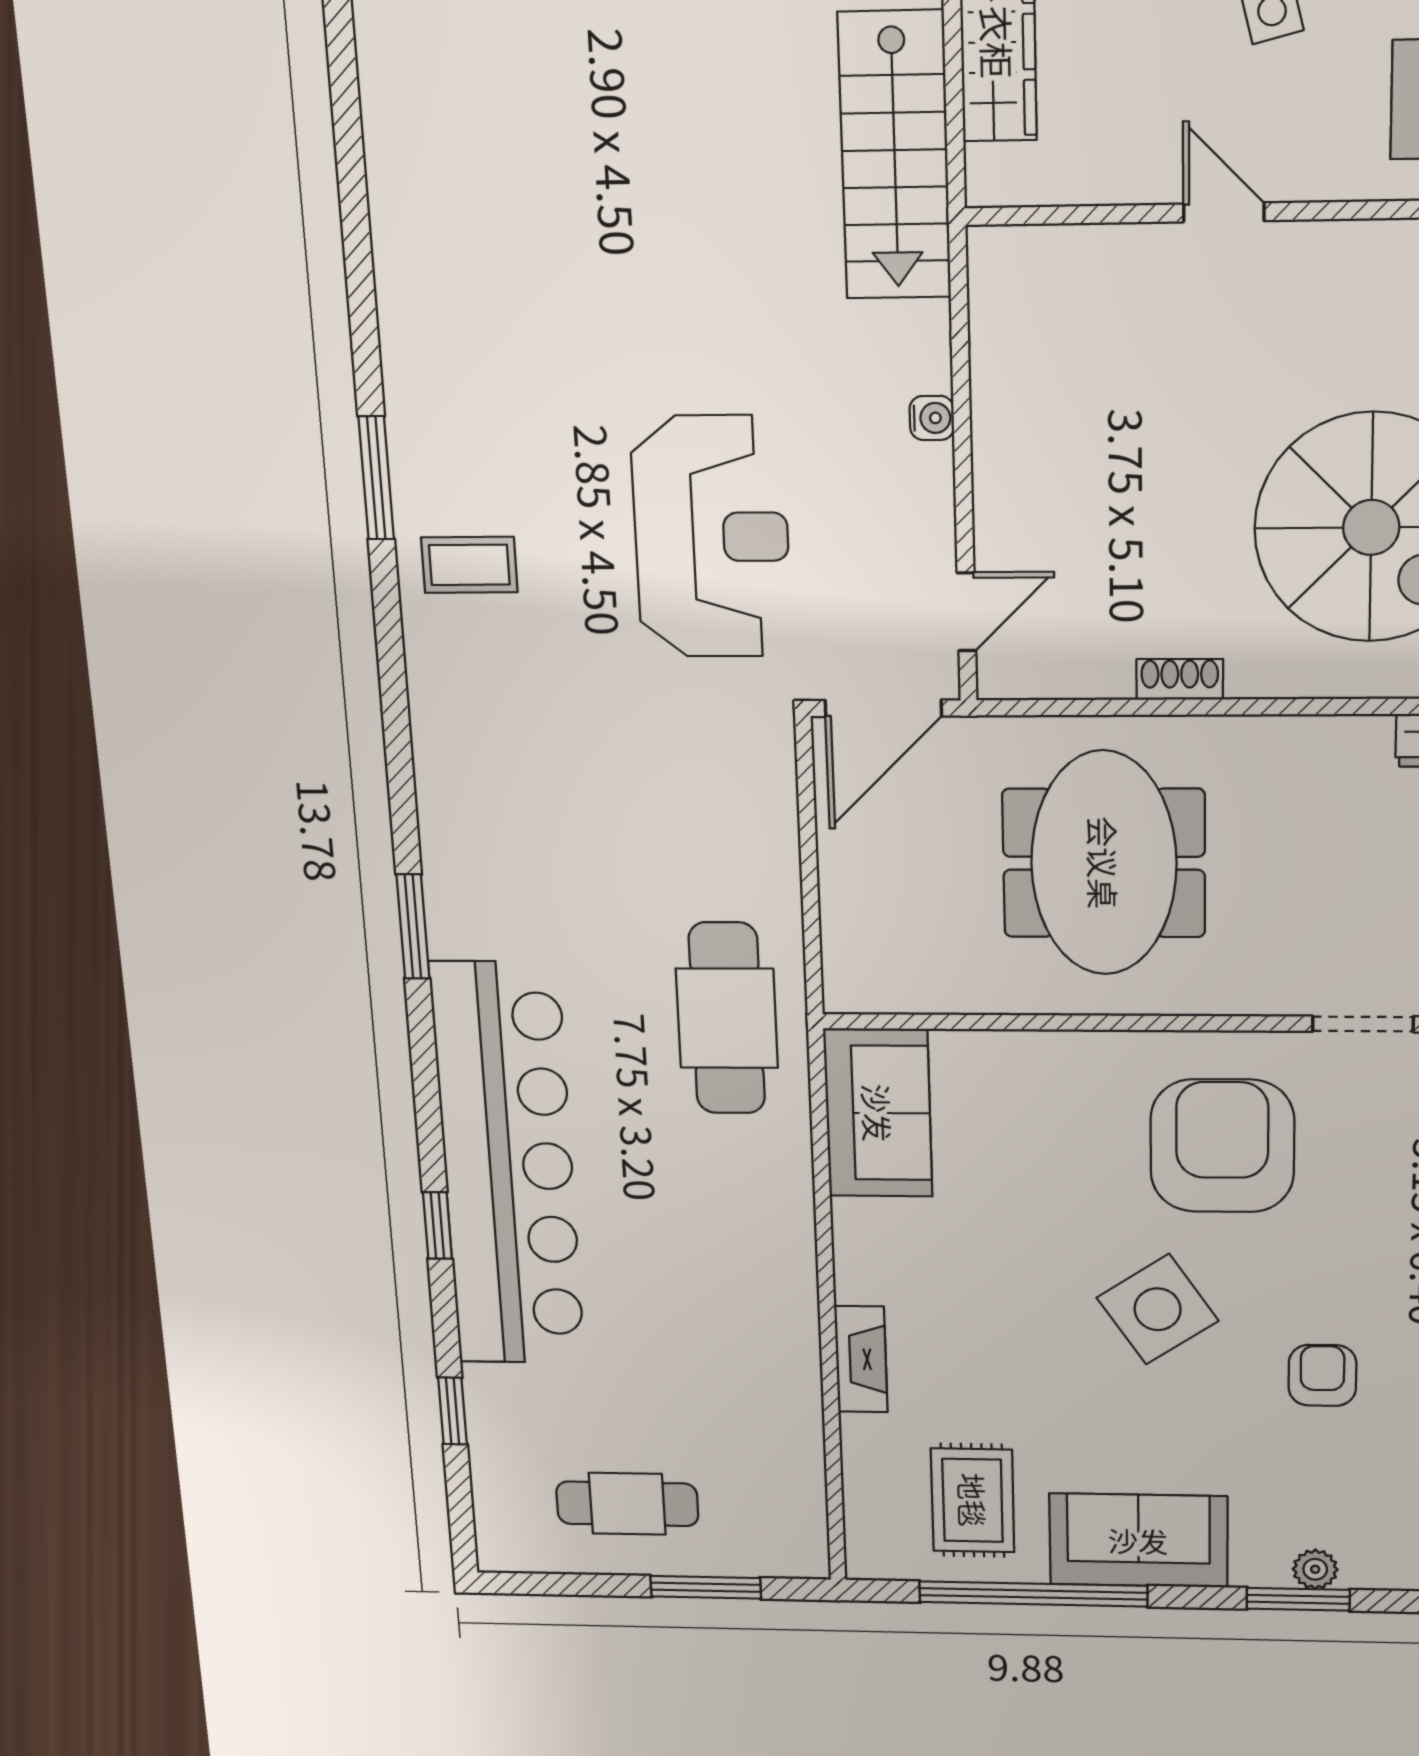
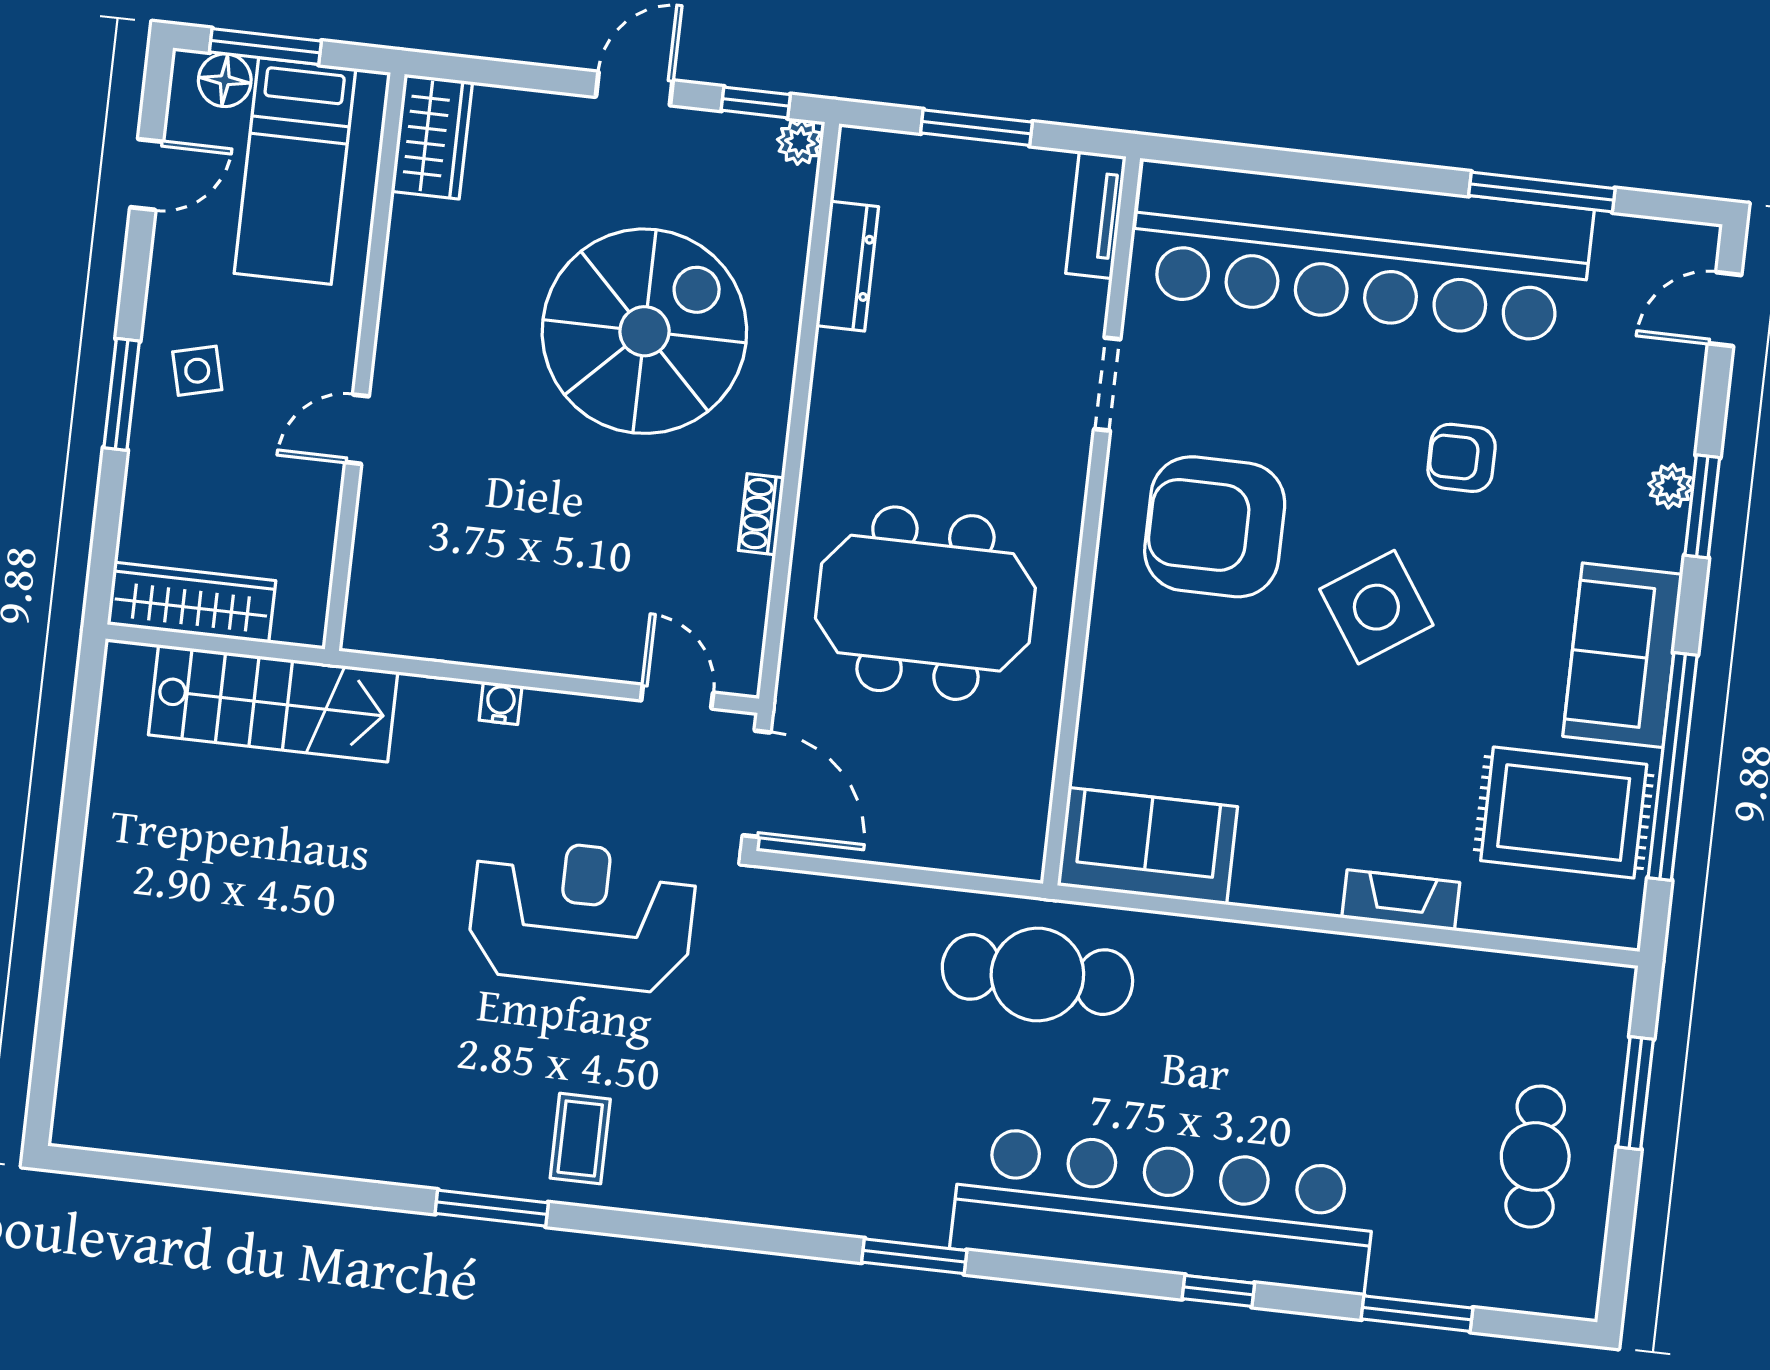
window: (453, 1411) -> (1417, 1314), width x1.50
rug: (973, 1500) -> (1564, 813), width x1.36, depth x1.43

